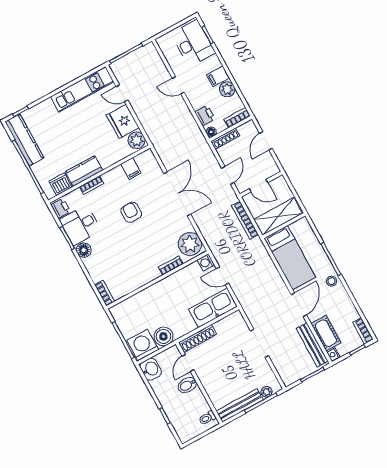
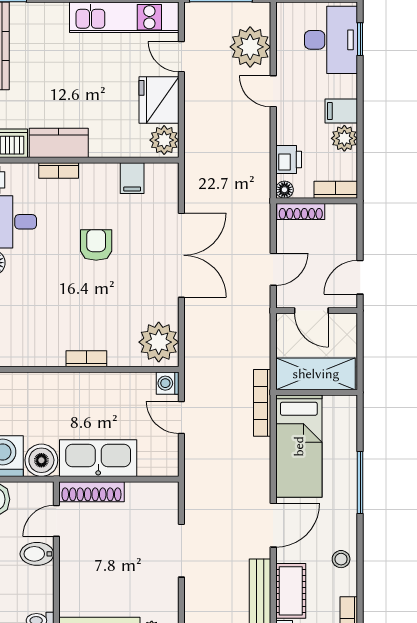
plant: (154, 69) -> (250, 47), added
door: (266, 141) -> (360, 277), moved
bookcase: (245, 220) -> (262, 403), moved
bookcase: (171, 265) -> (86, 359), moved
stool: (332, 281) -> (341, 559), moved
kitchen sink: (213, 308) -> (98, 458), moved

